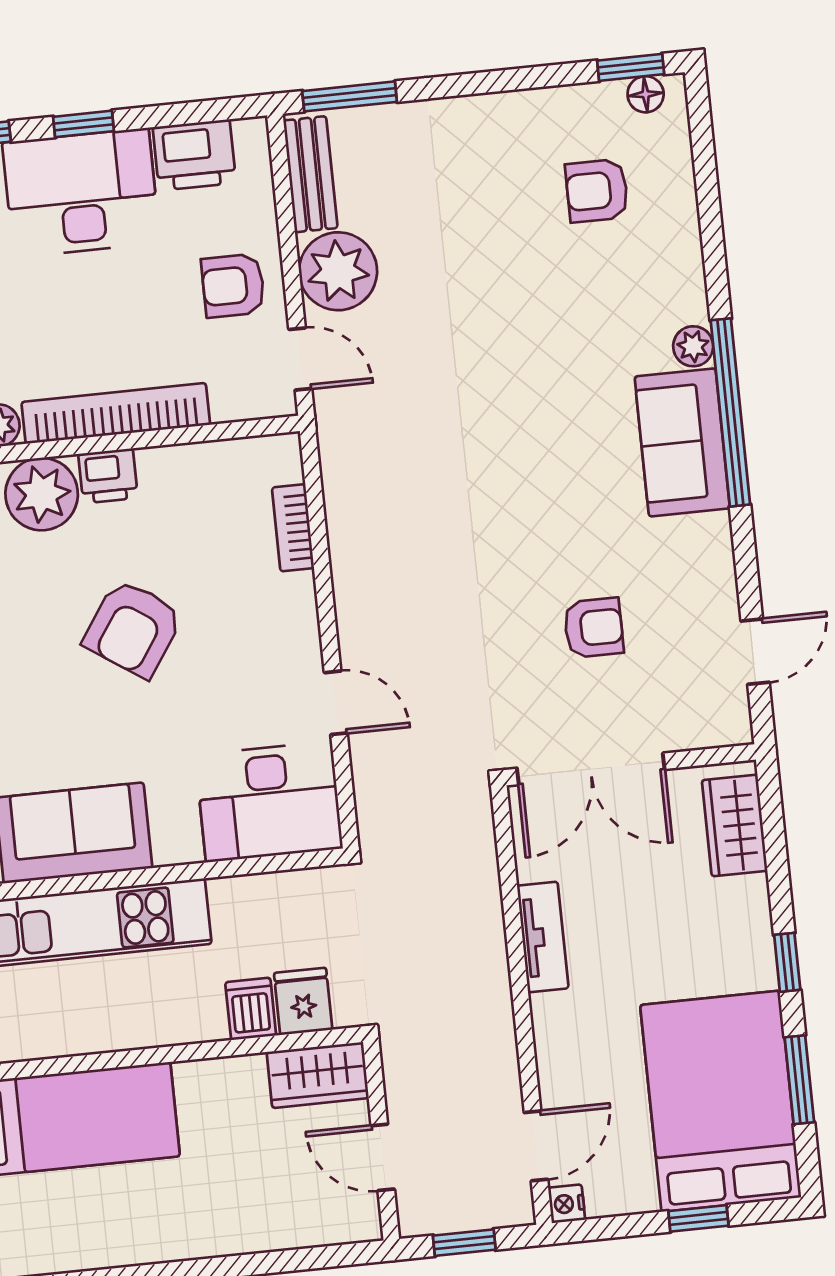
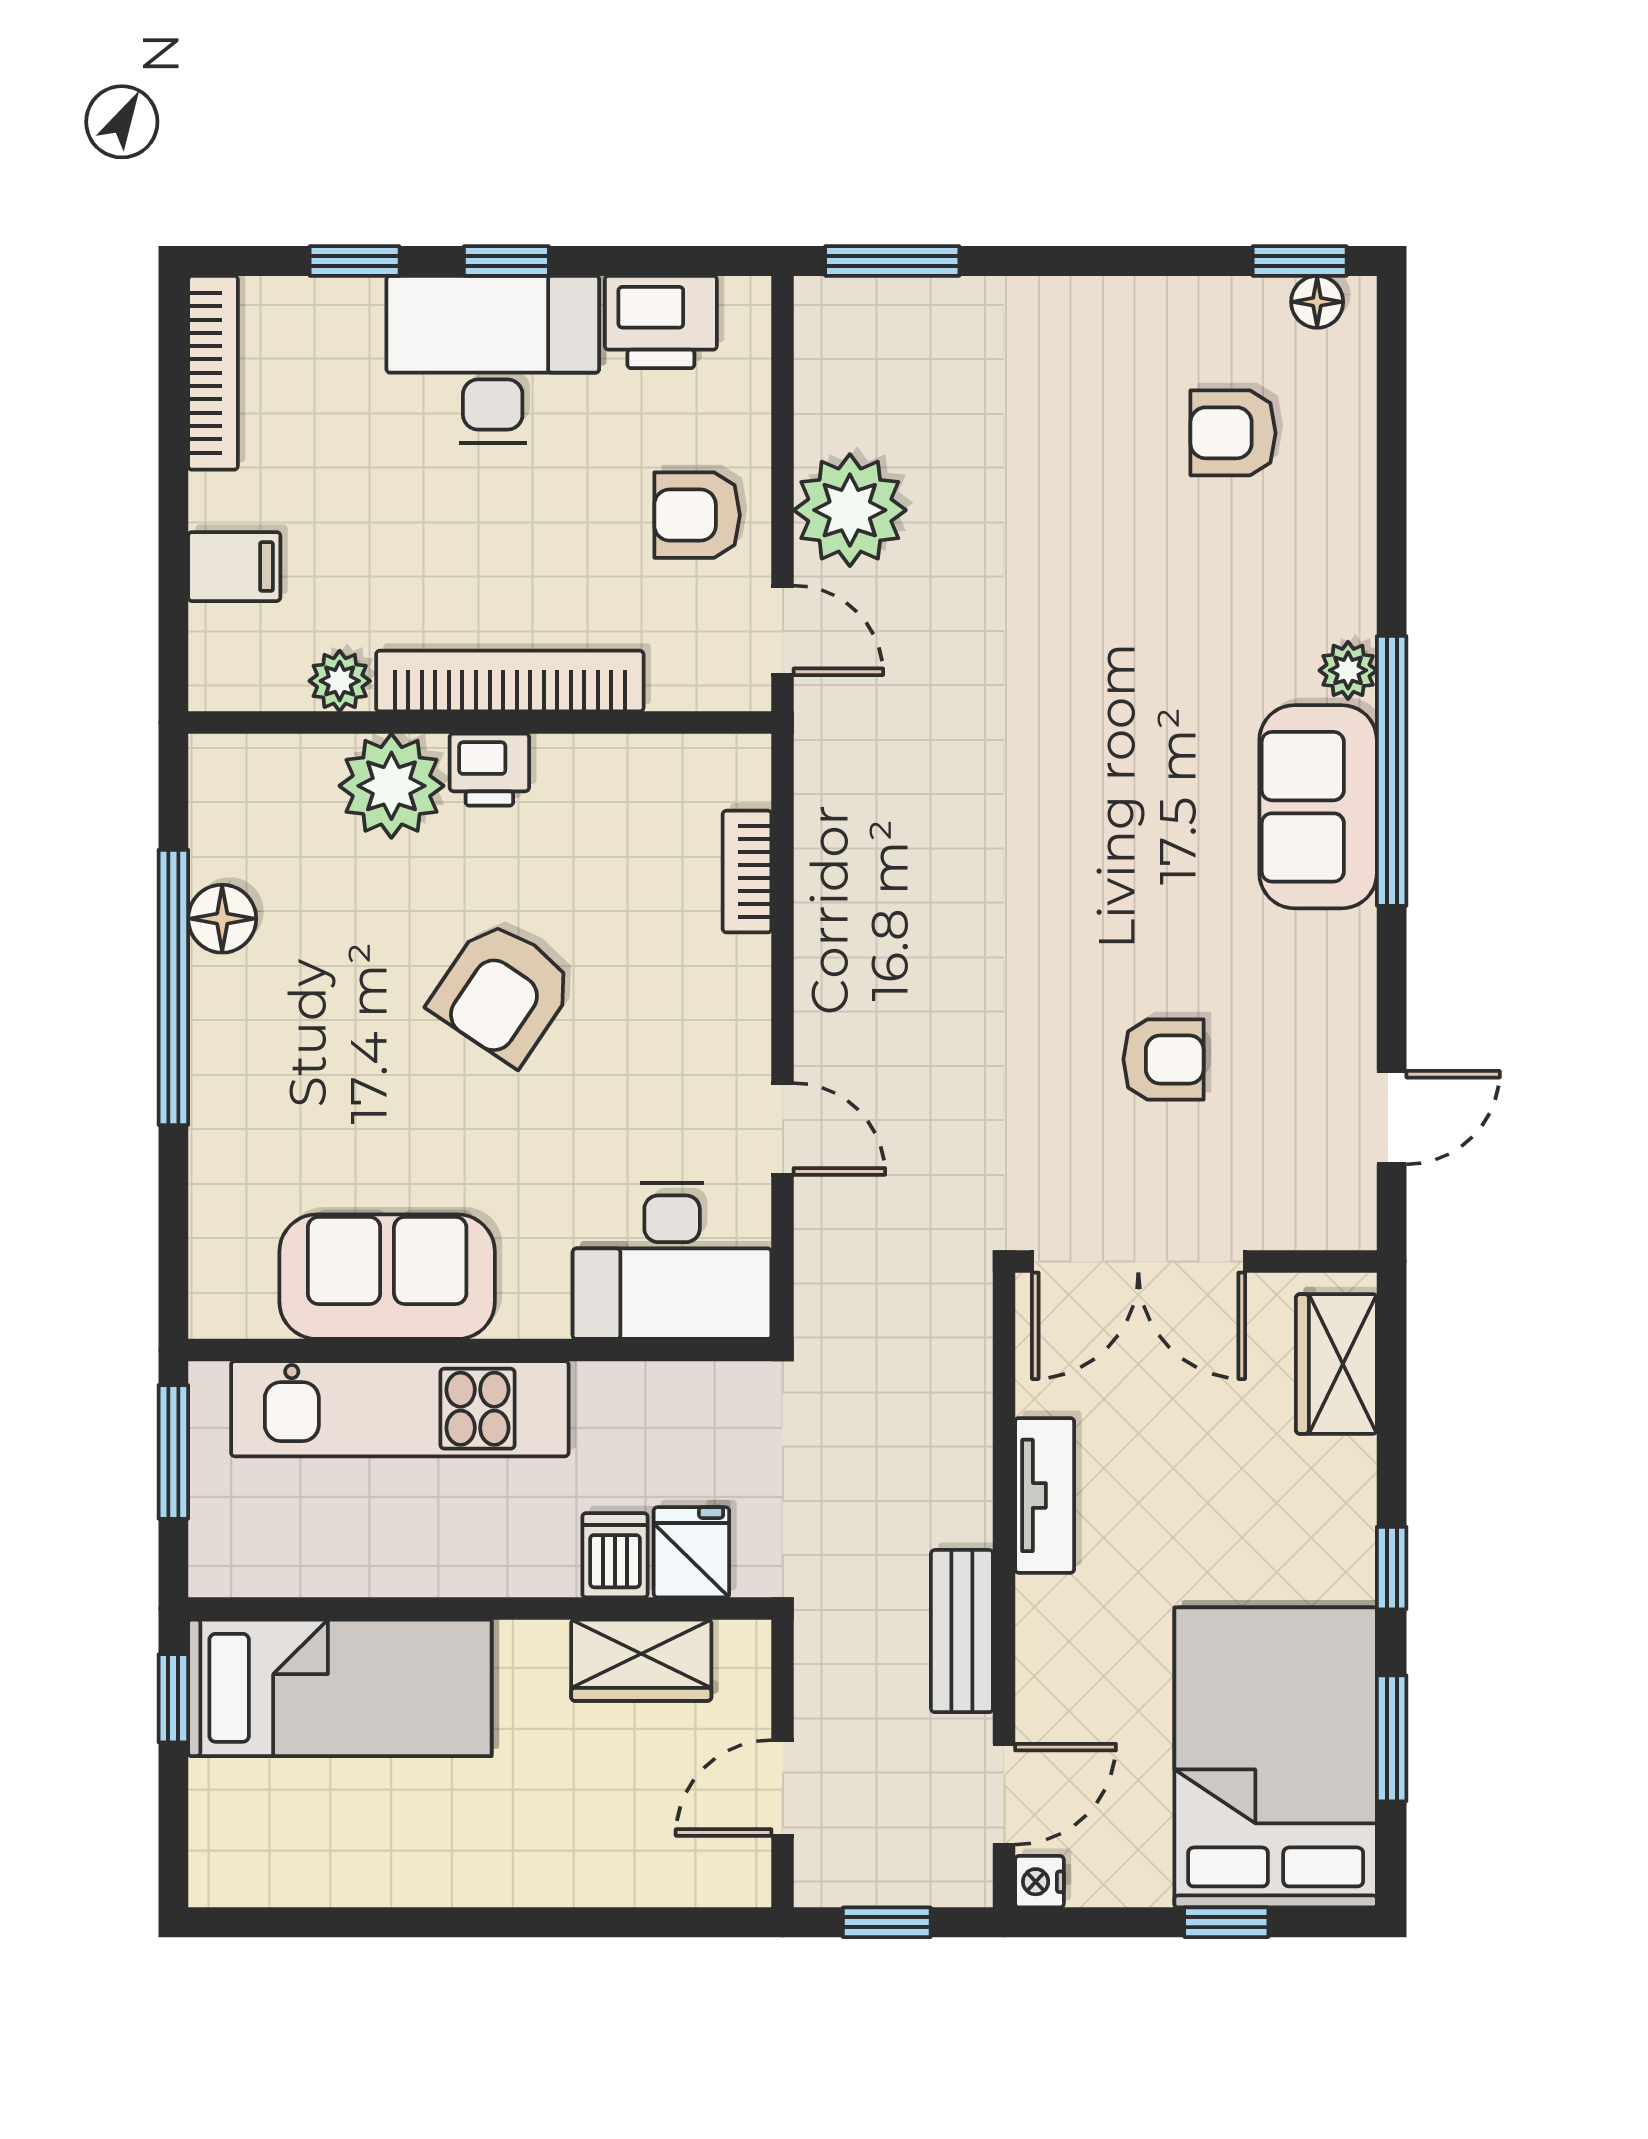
bench: (310, 174) -> (962, 1631), moved
wardrobe: (318, 1075) -> (641, 1660), moved
door: (383, 1157) -> (783, 1788), hinge flipped

